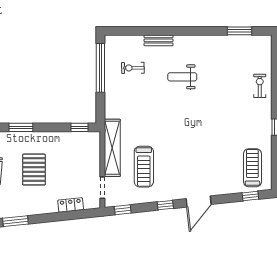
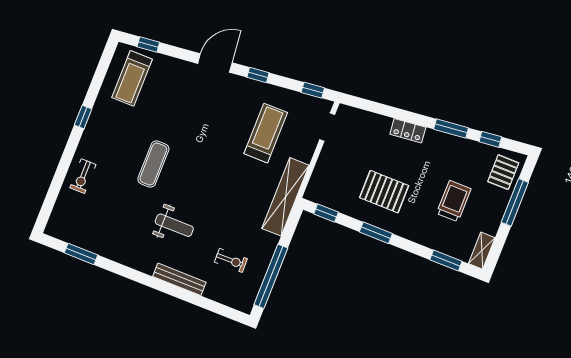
bench: (158, 40) -> (179, 279), width x1.36
exercise mat: (214, 114) -> (153, 164), added
window: (21, 127) -> (376, 233), moved
shelving: (112, 148) -> (285, 197), moved
pallet: (34, 170) -> (384, 192), moved, turned 90
locker: (71, 205) -> (408, 131), moved

